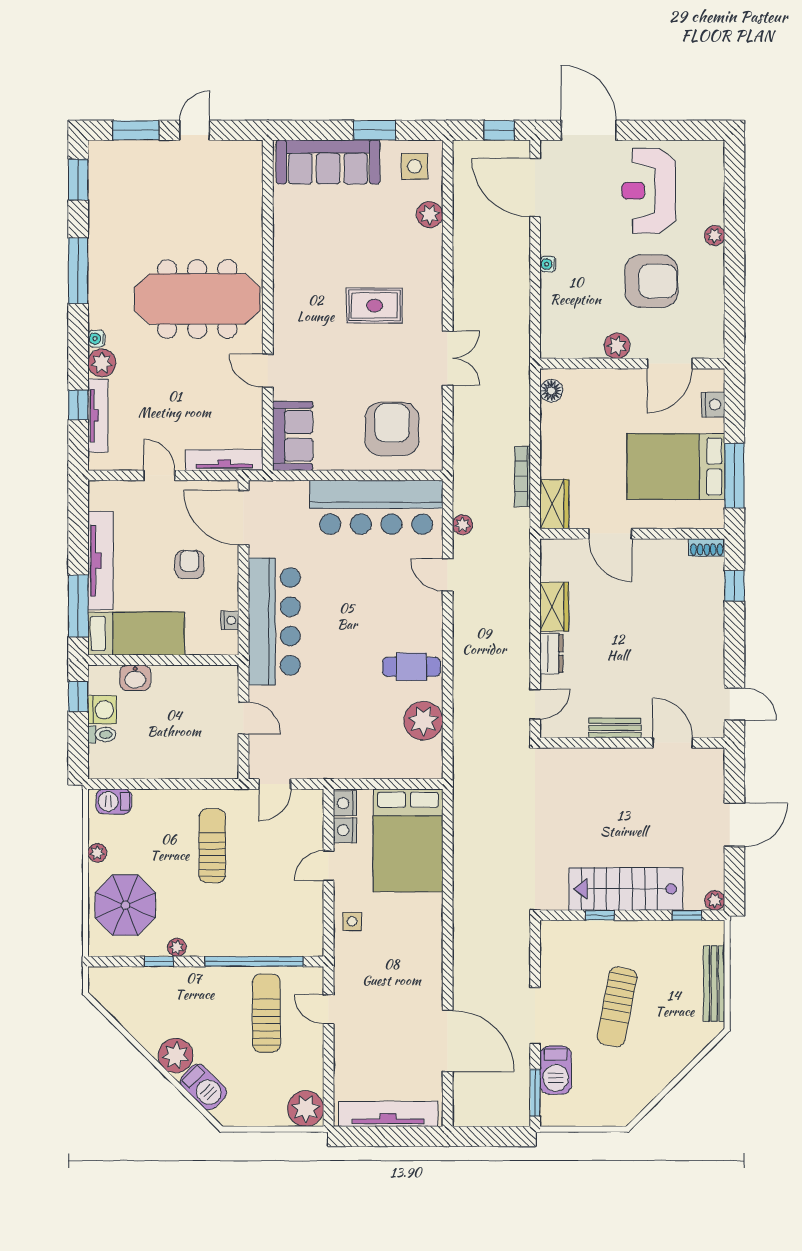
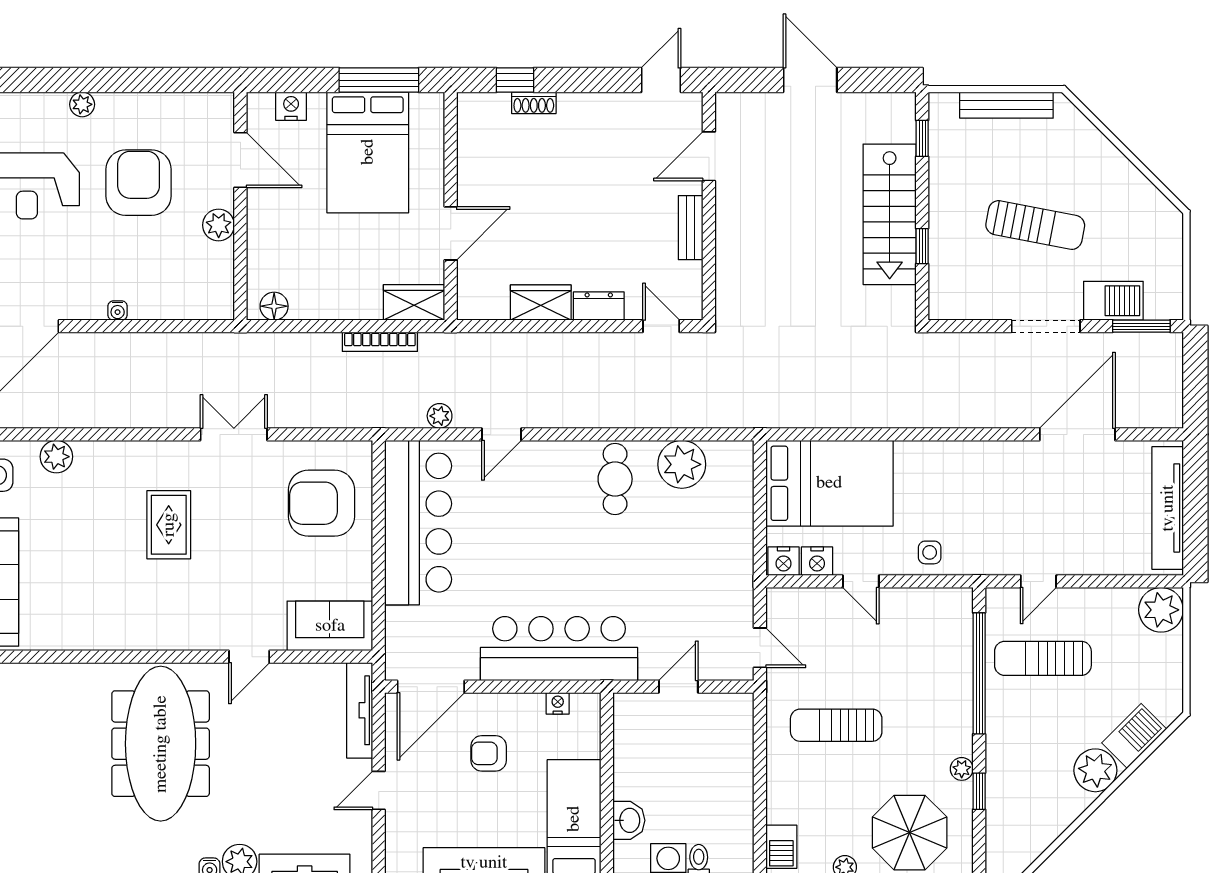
shoe rack: (707, 547) -> (534, 103), moved, turned 90
plant: (715, 900) -> (904, 104), removed

